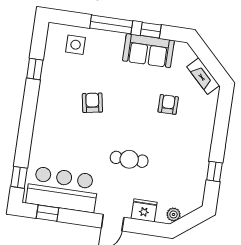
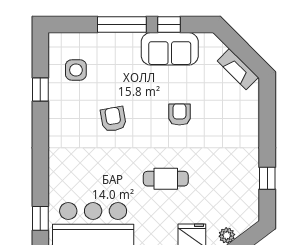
side table: (76, 45) -> (76, 70), moved
armchair: (168, 104) -> (179, 114), moved

